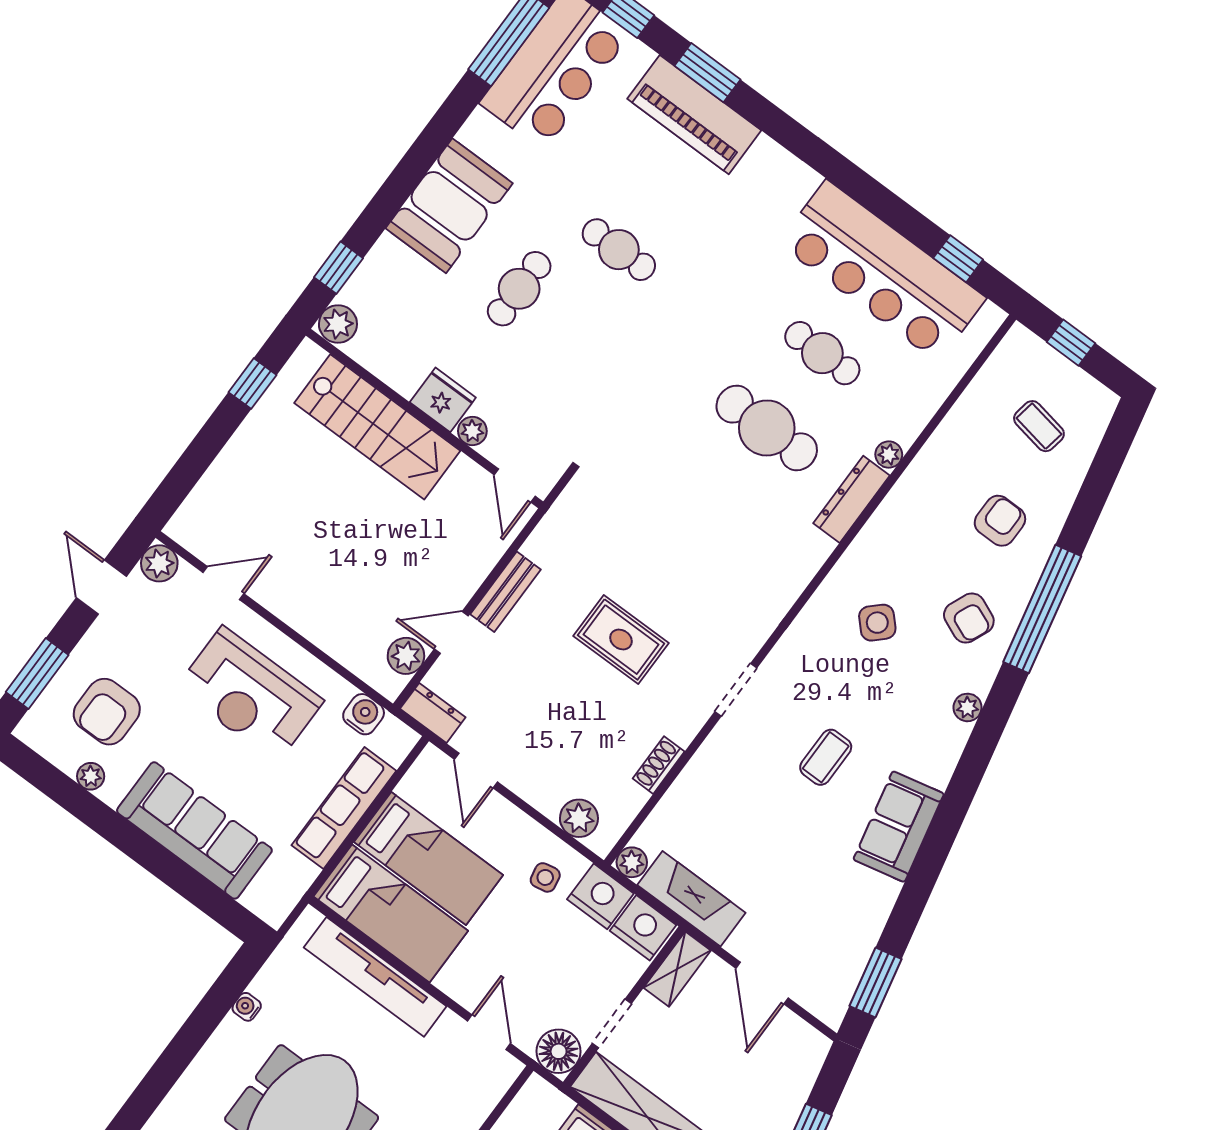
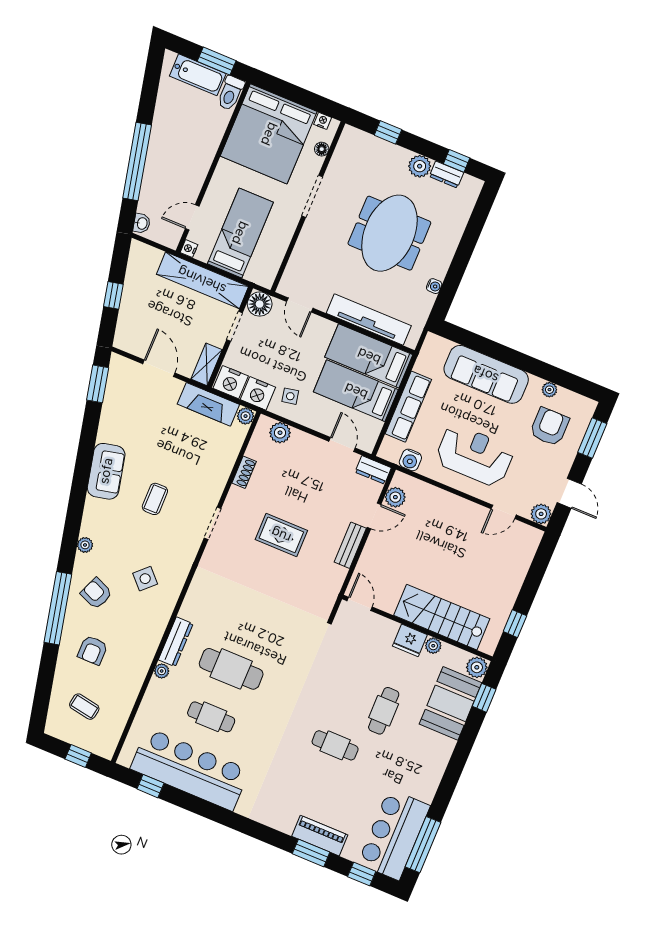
piano: (694, 115) -> (320, 836), width x0.73, depth x0.75
booth: (449, 206) -> (450, 703), moved
plant: (472, 431) -> (433, 646), moved

